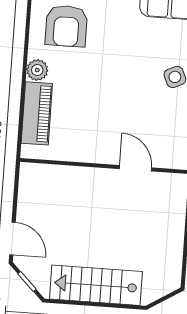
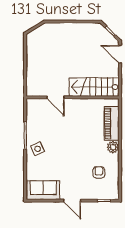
armchair: (66, 26) -> (99, 172), width x0.53, depth x0.53
stairs: (96, 285) -> (94, 87), moved, turned 180

